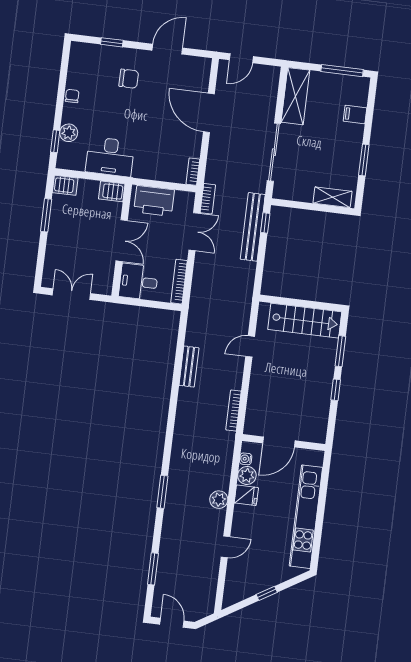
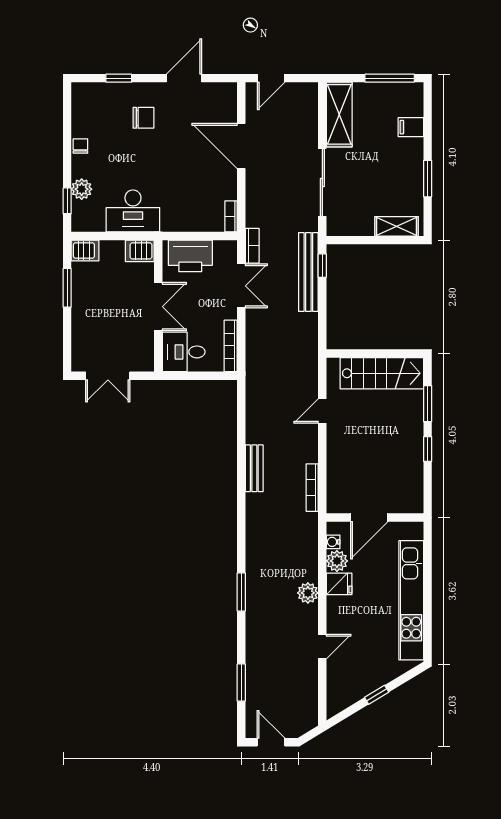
double door: (71, 294) -> (108, 376), swing flipped
bench: (189, 367) -> (254, 468), moved

